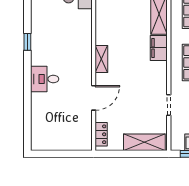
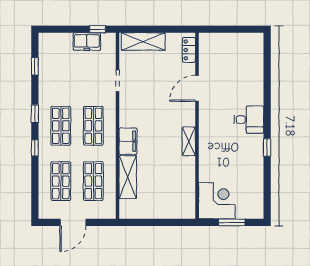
shelving: (101, 59) -> (189, 141), moved
desk: (45, 79) -> (249, 120), moved

